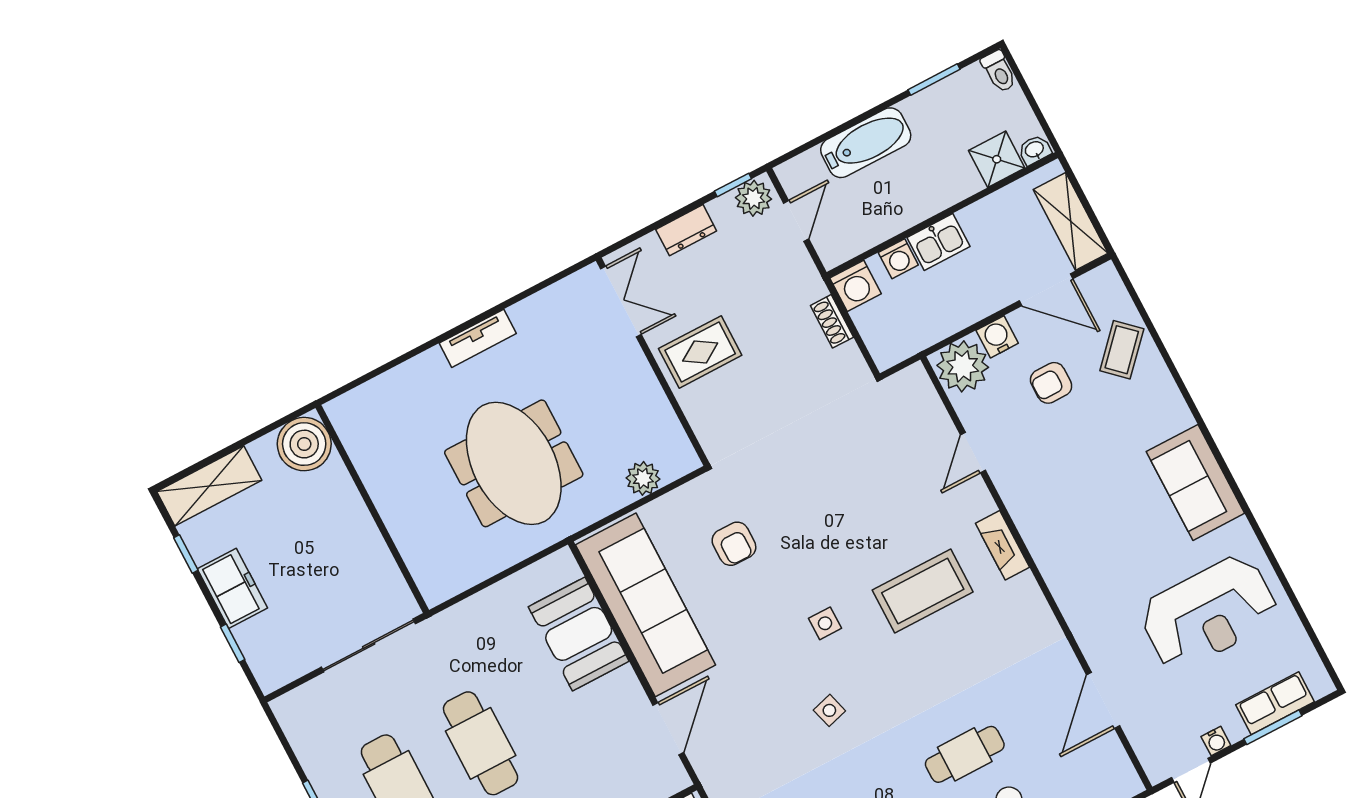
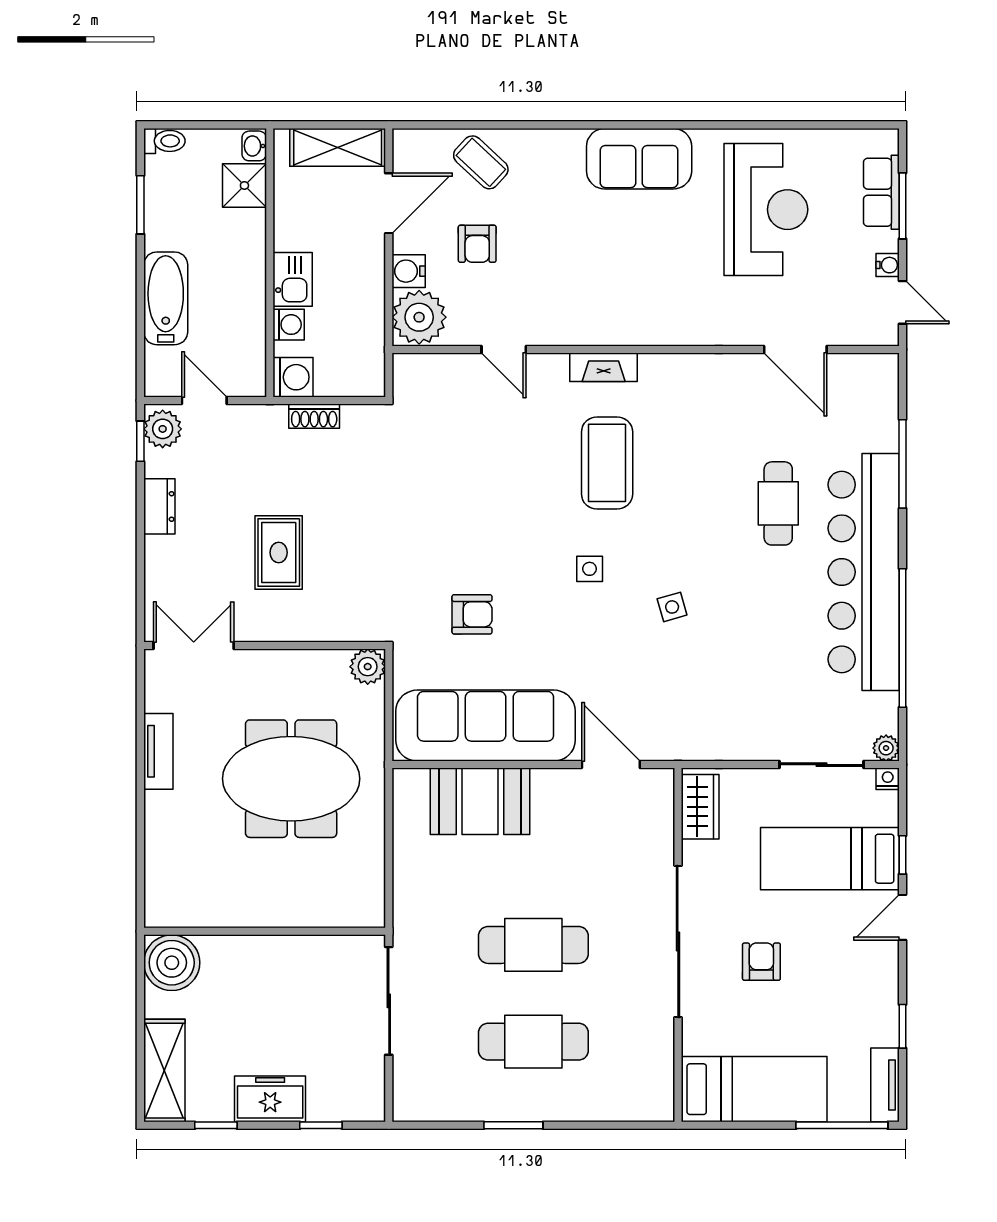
double door: (621, 301) -> (194, 646), moved
wall: (653, 362) -> (265, 646), moved

